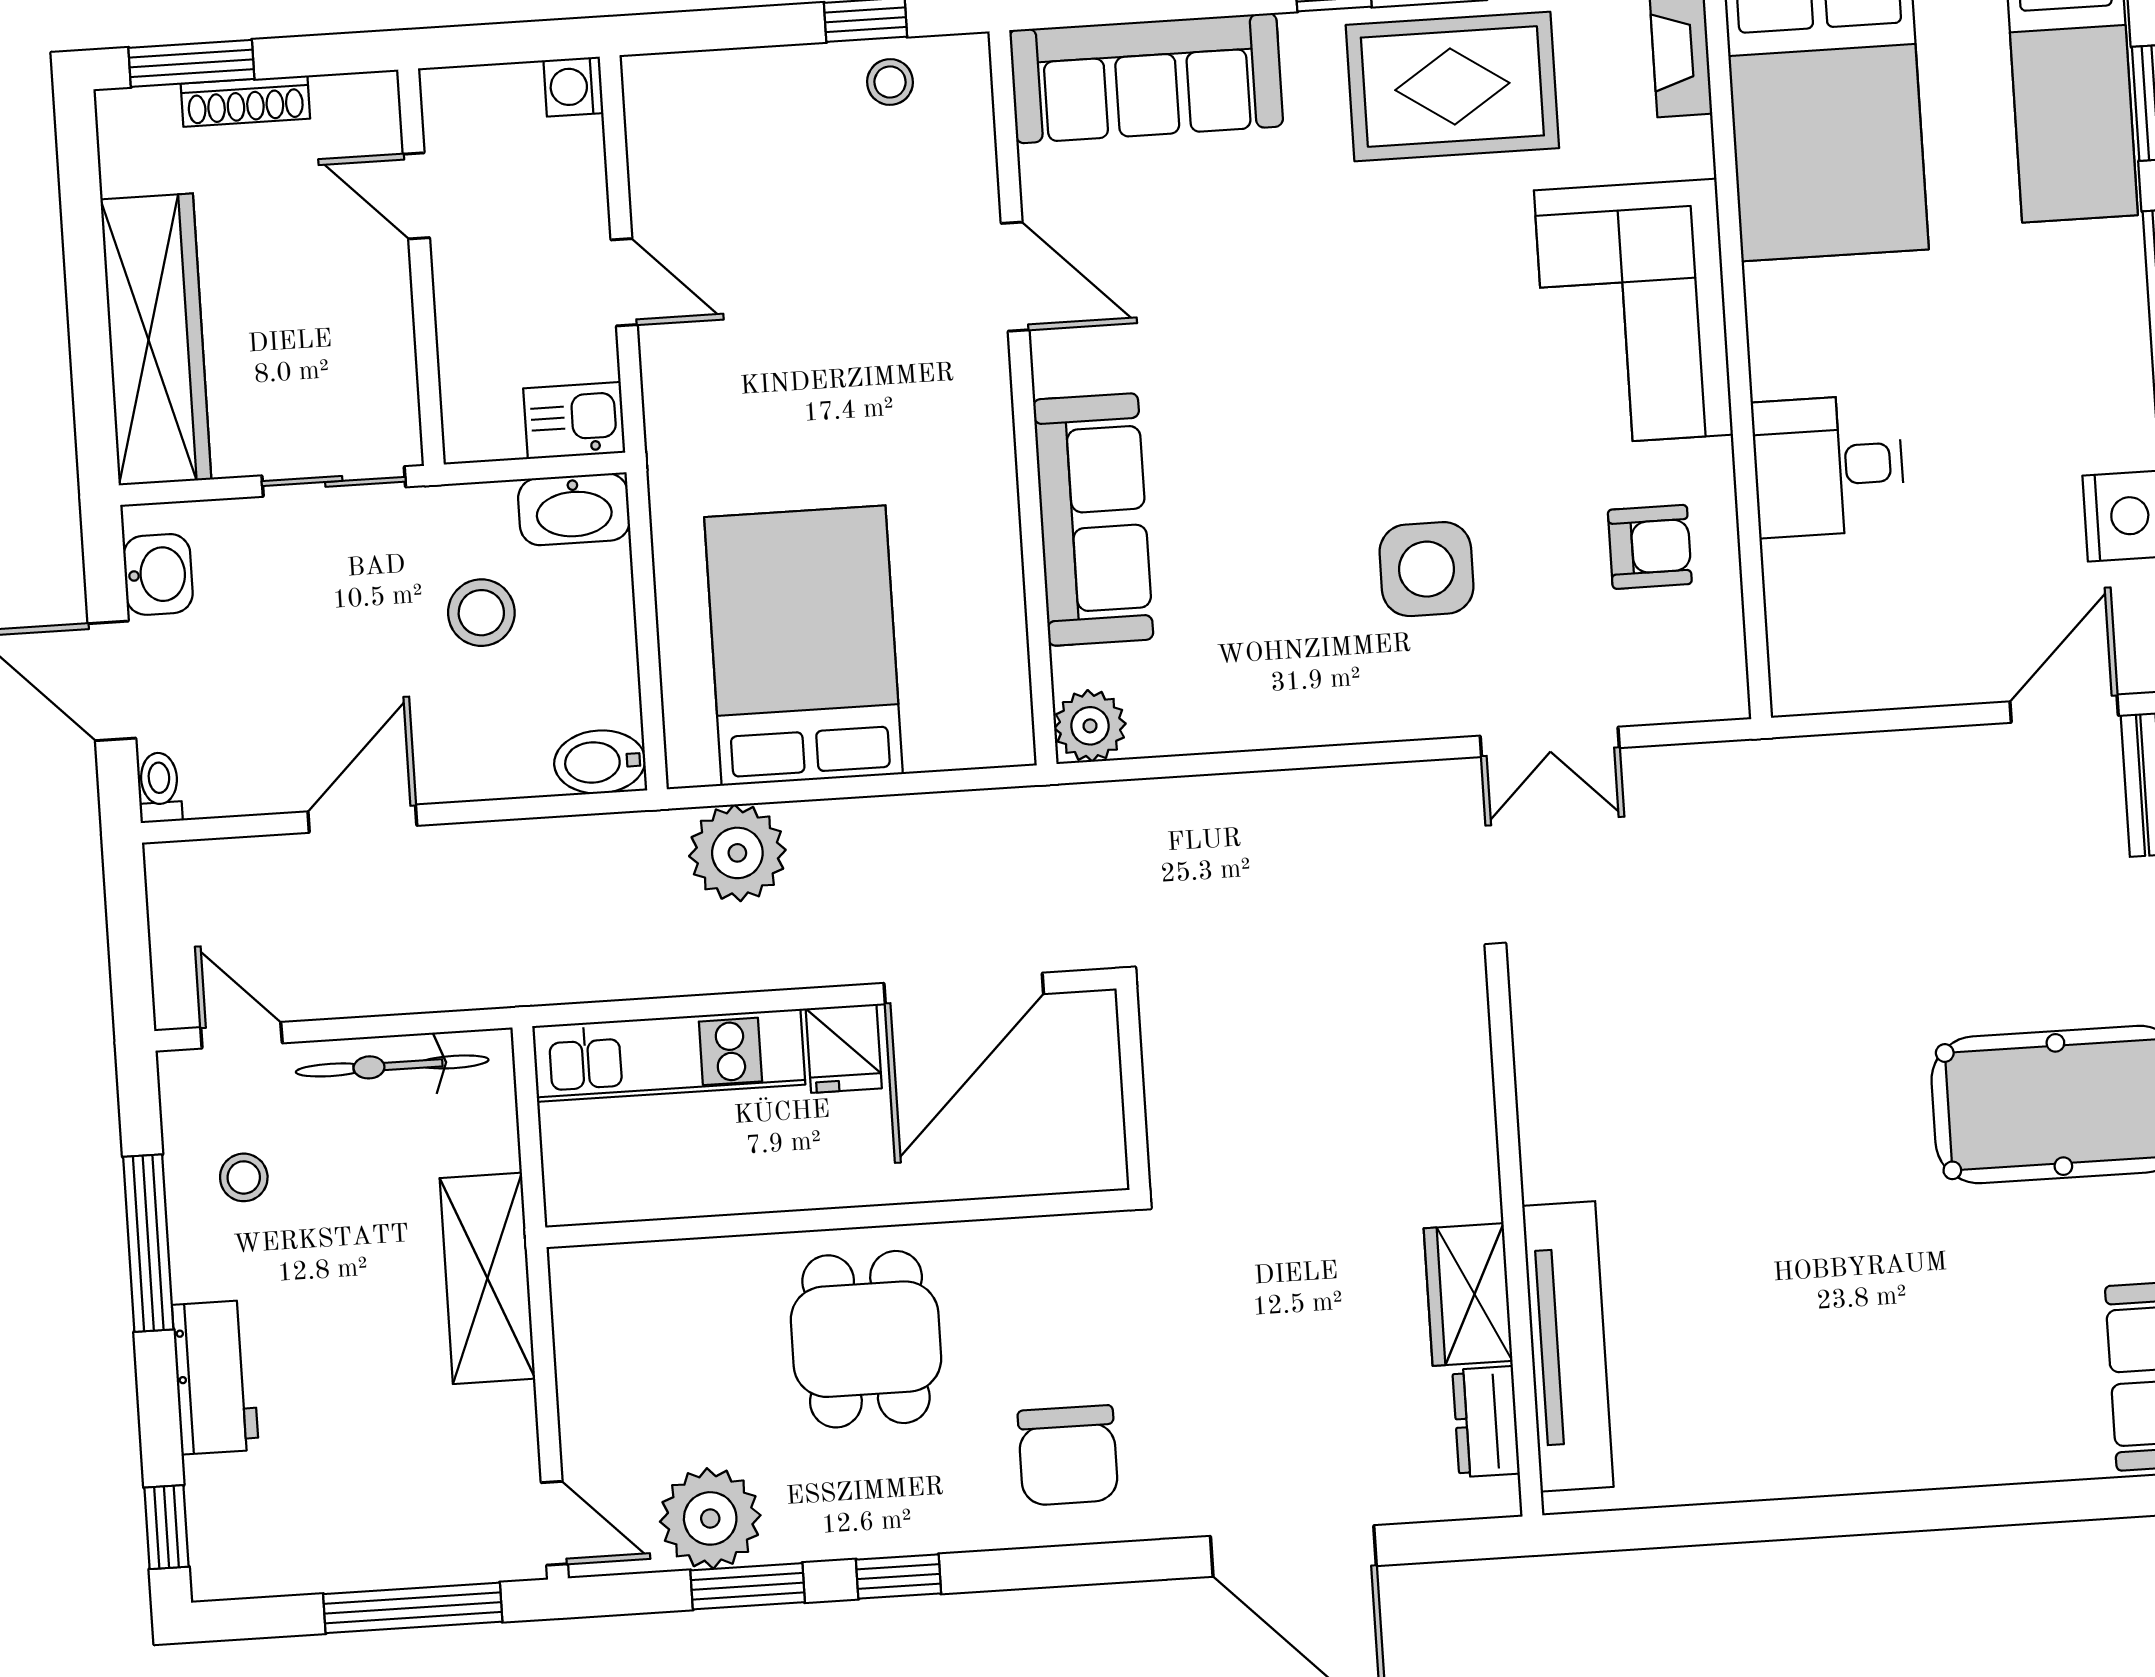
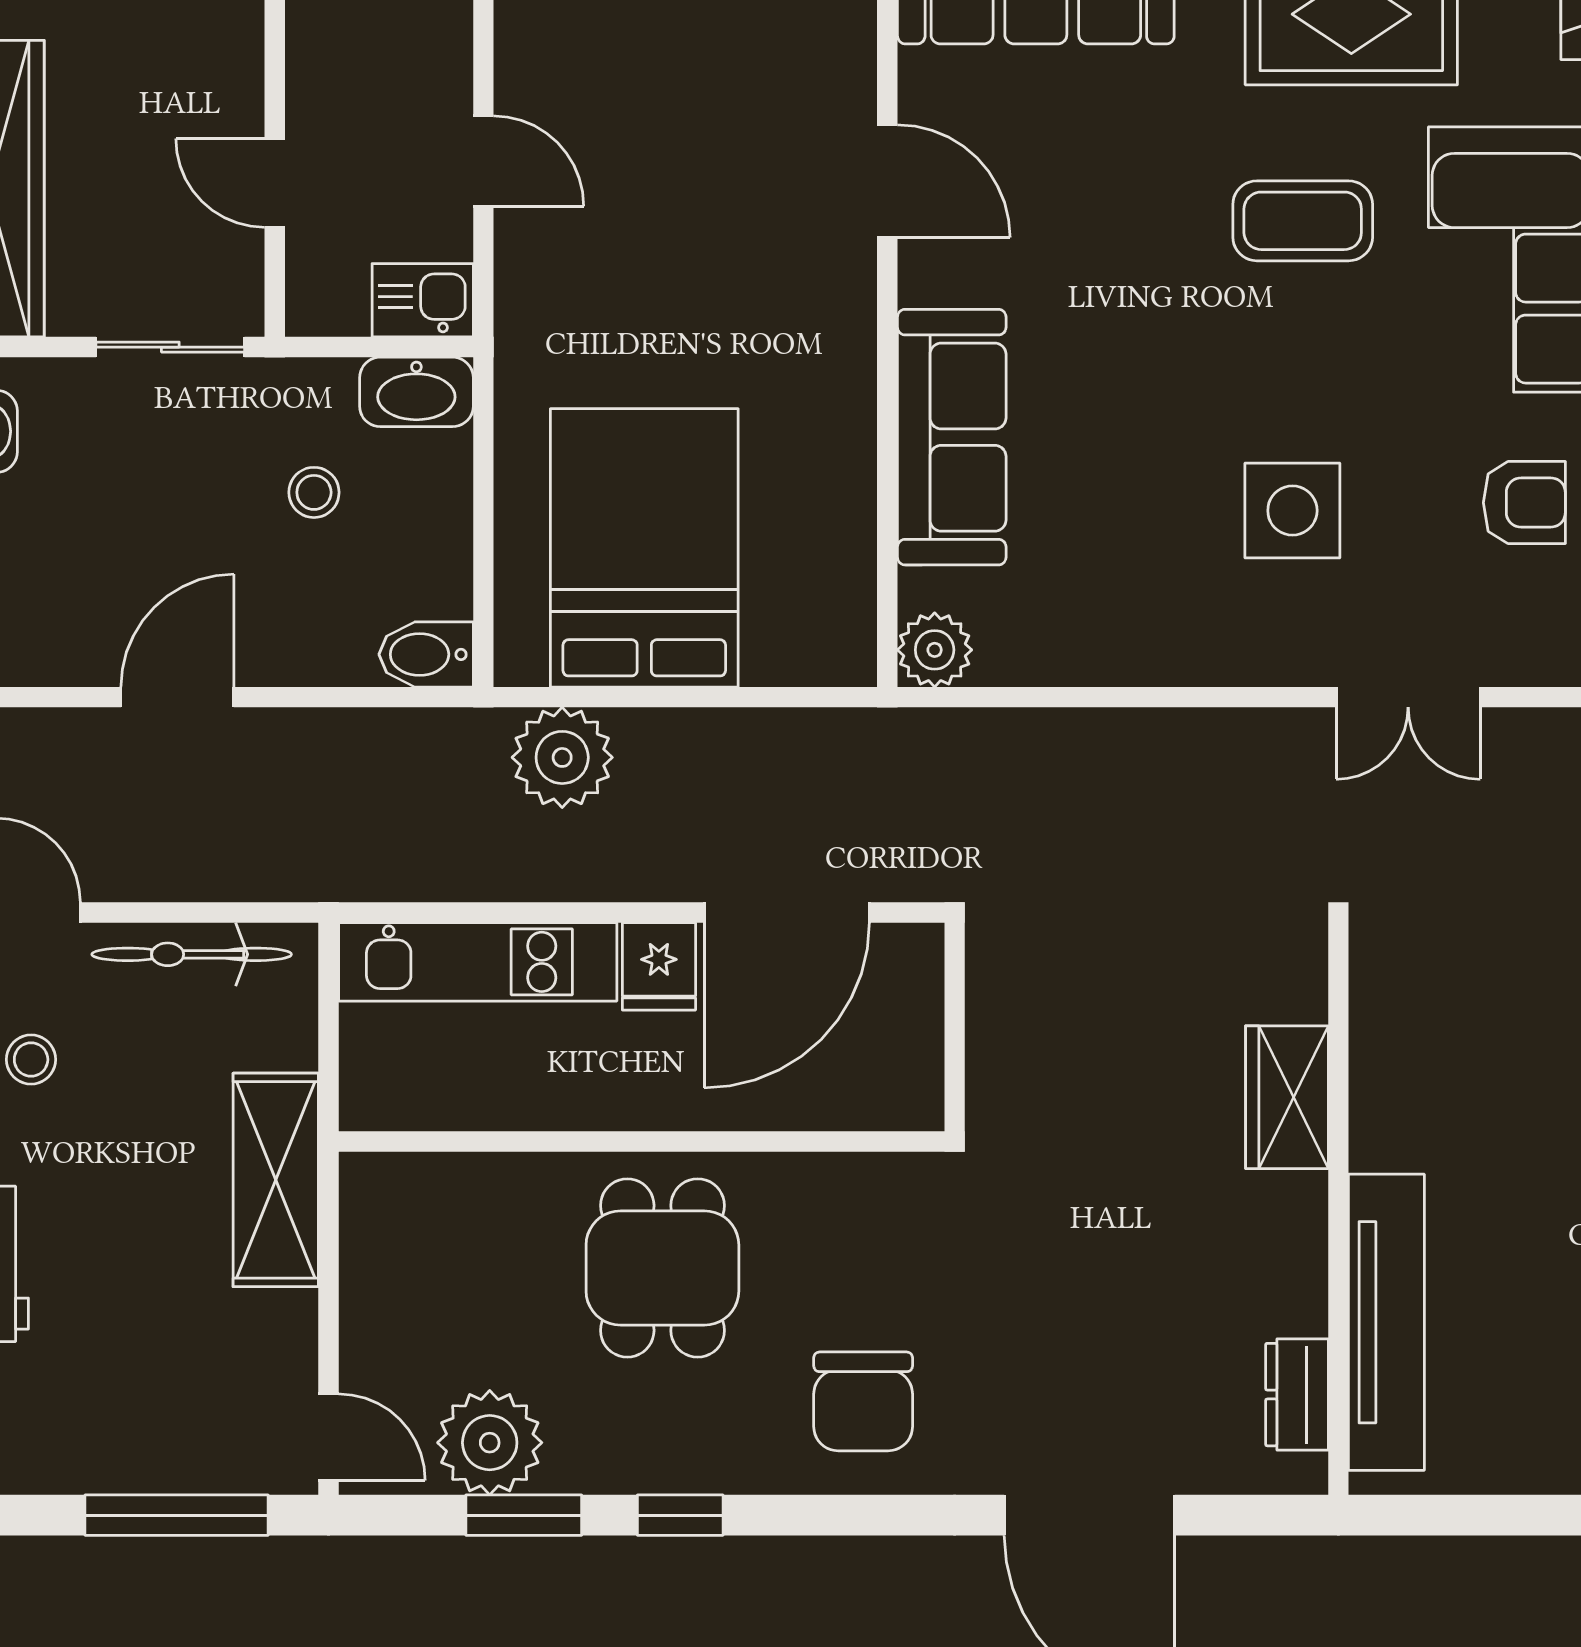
door: (416, 196) -> (275, 183), moved
coffee table: (1418, 289) -> (1303, 221), added
stool: (481, 613) -> (314, 492), width x0.73, depth x0.73
wardrobe: (1468, 1295) -> (1287, 1097), moved

